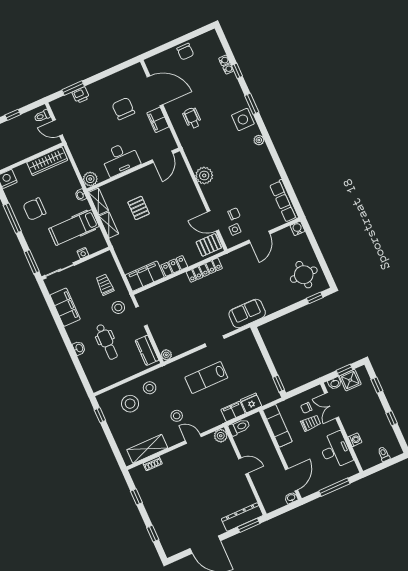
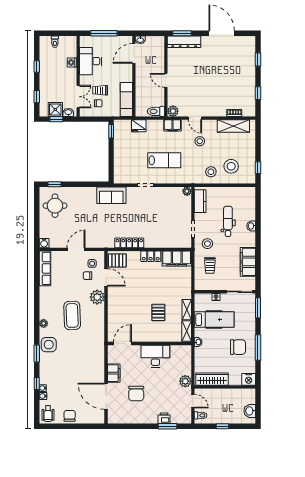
wheelchair: (192, 118) -> (48, 414), moved
coffee table: (231, 163) -> (72, 315), added
plant: (204, 175) -> (97, 297), moved
plant: (90, 179) -> (185, 381), moved
filing cabinet: (233, 411) -> (172, 125), moved

